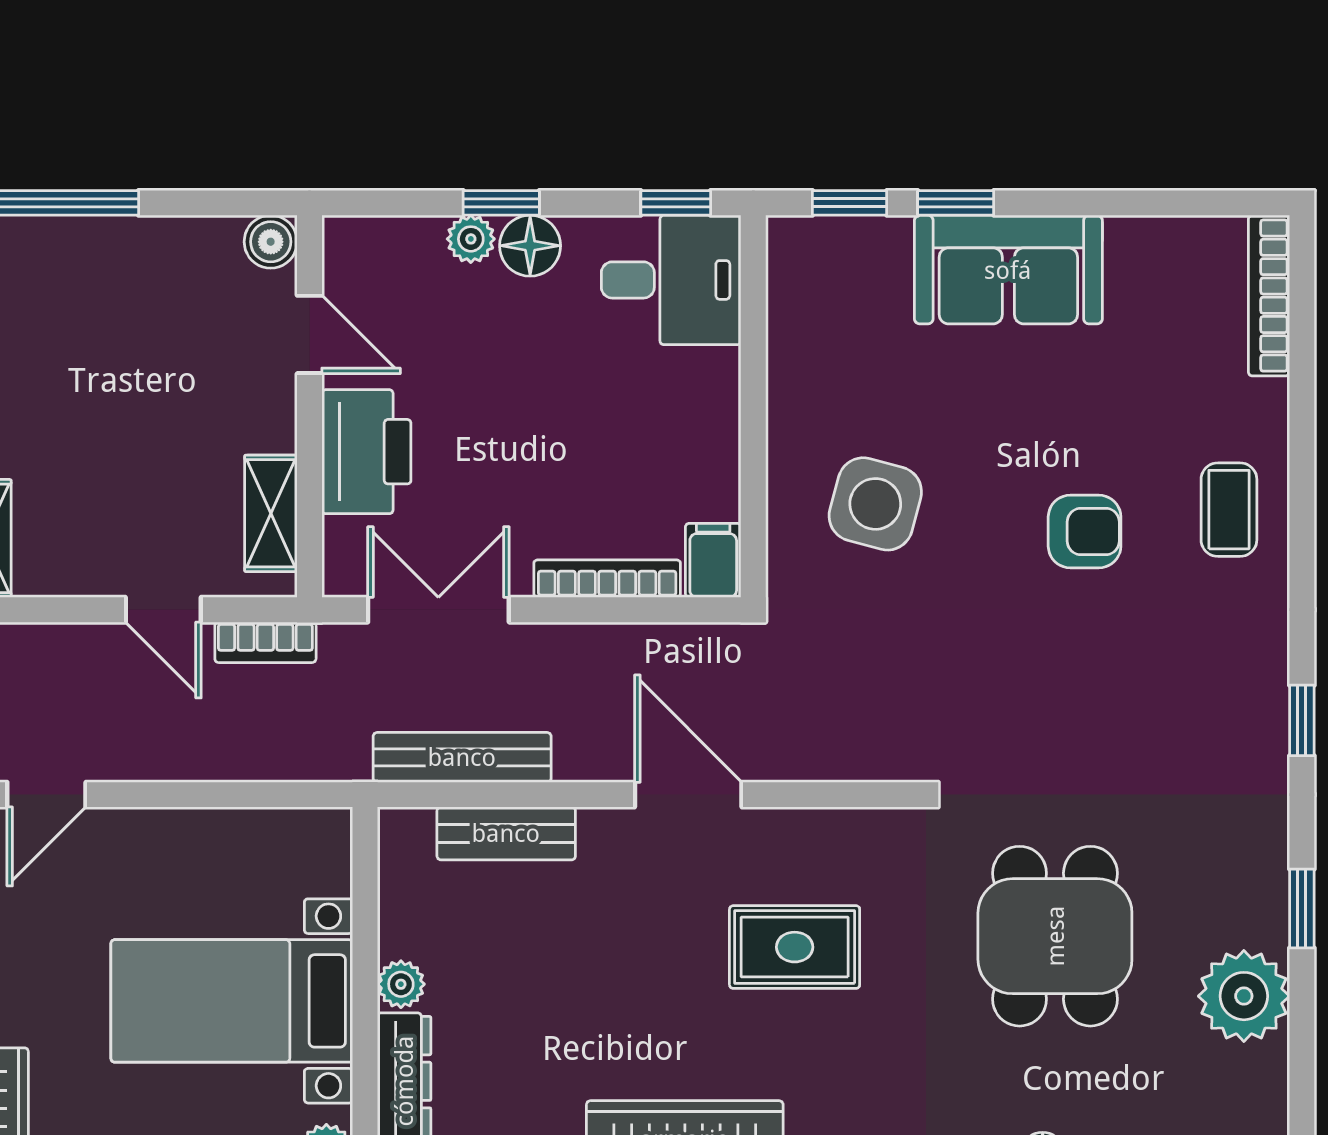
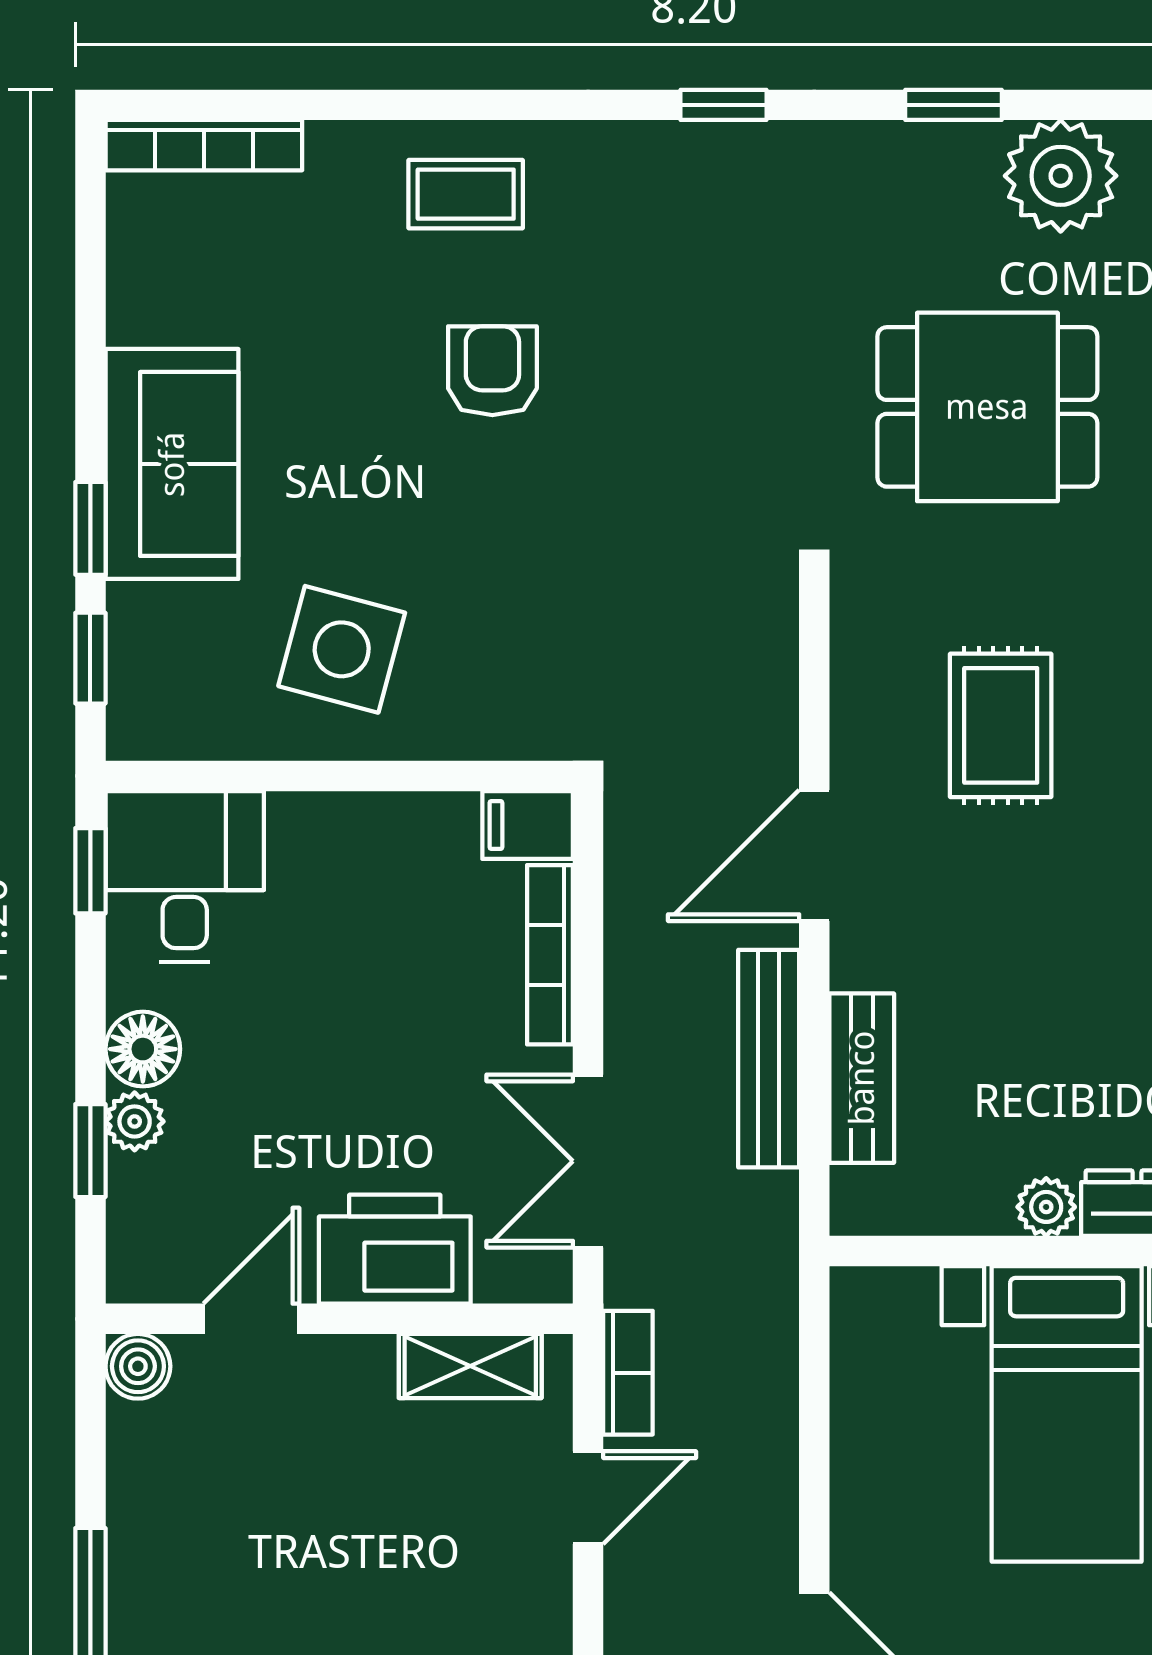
window: (501, 203) -> (90, 1151), moved
side table: (875, 504) -> (342, 649), moved
bench: (462, 757) -> (769, 1059), moved

